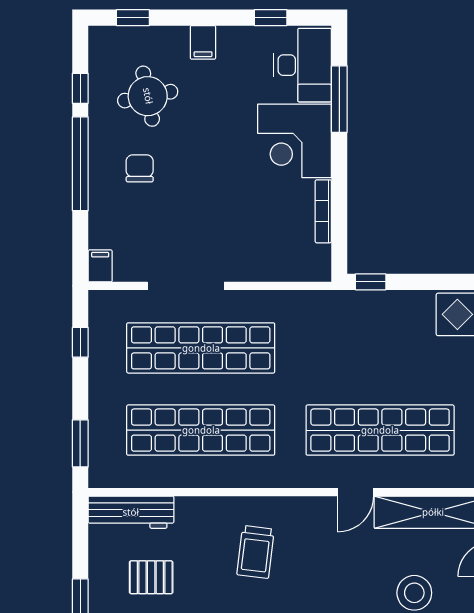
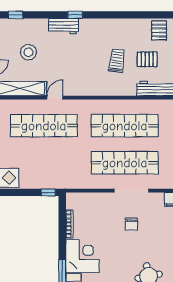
chair: (140, 168) -> (131, 224), moved
trolley: (256, 552) -> (117, 61), moved

